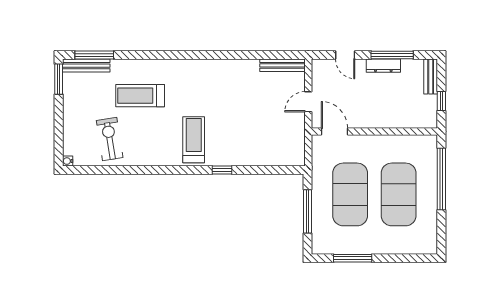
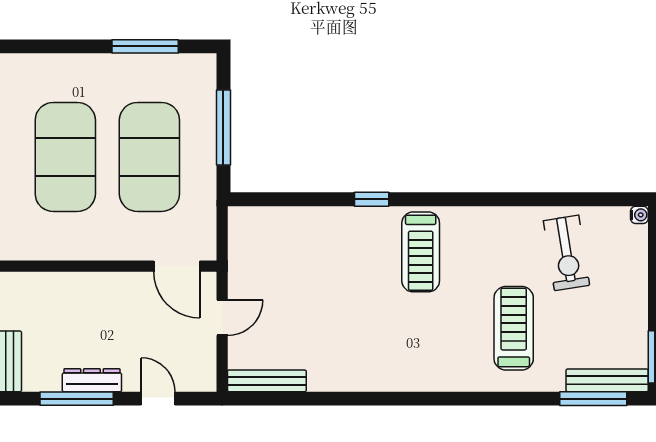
treadmill: (140, 96) -> (514, 328), turned -90

